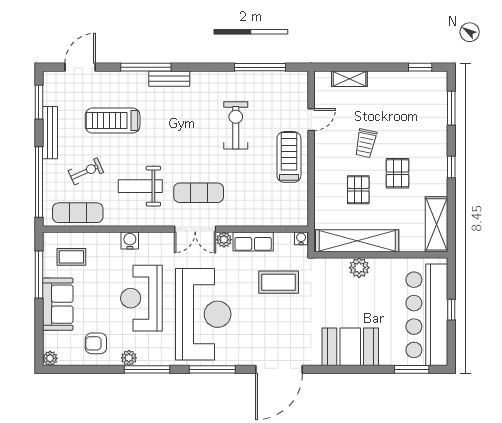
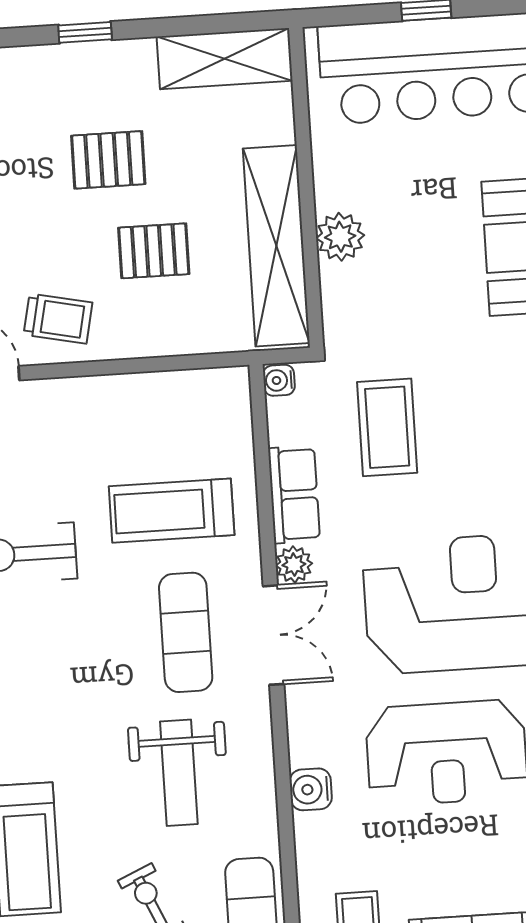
trolley: (366, 143) -> (58, 319), moved
treadmill: (289, 157) -> (172, 511), moved

